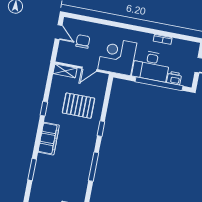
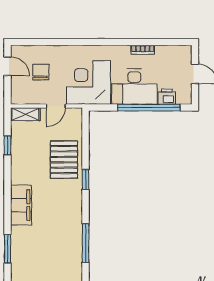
pallet: (79, 106) -> (64, 160), moved, turned 90
window: (44, 109) -> (8, 145), moved
window: (94, 167) -> (86, 243), moved

